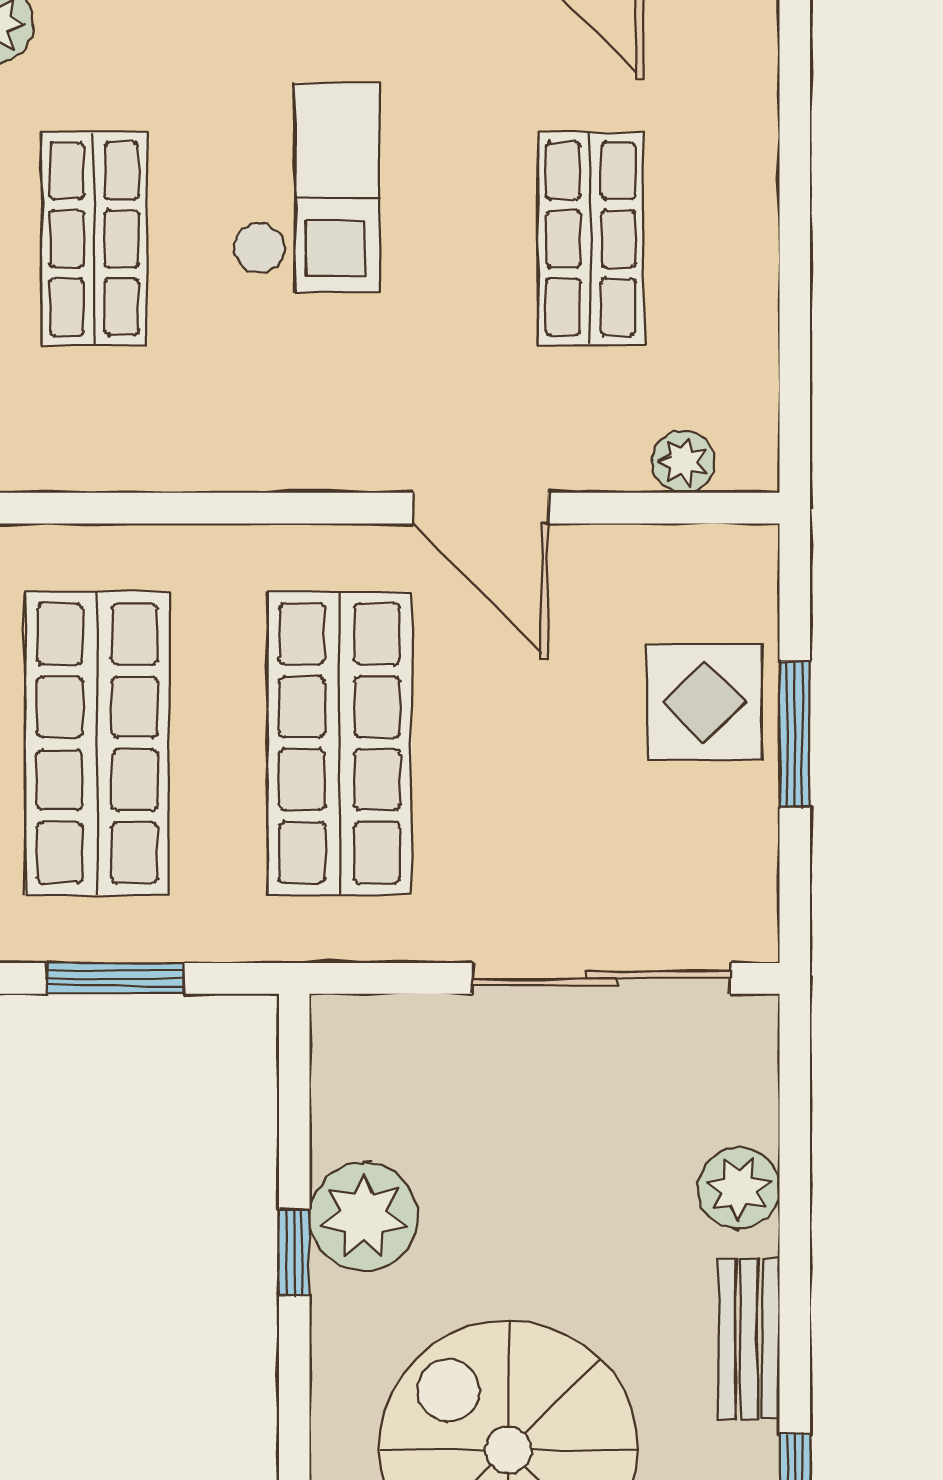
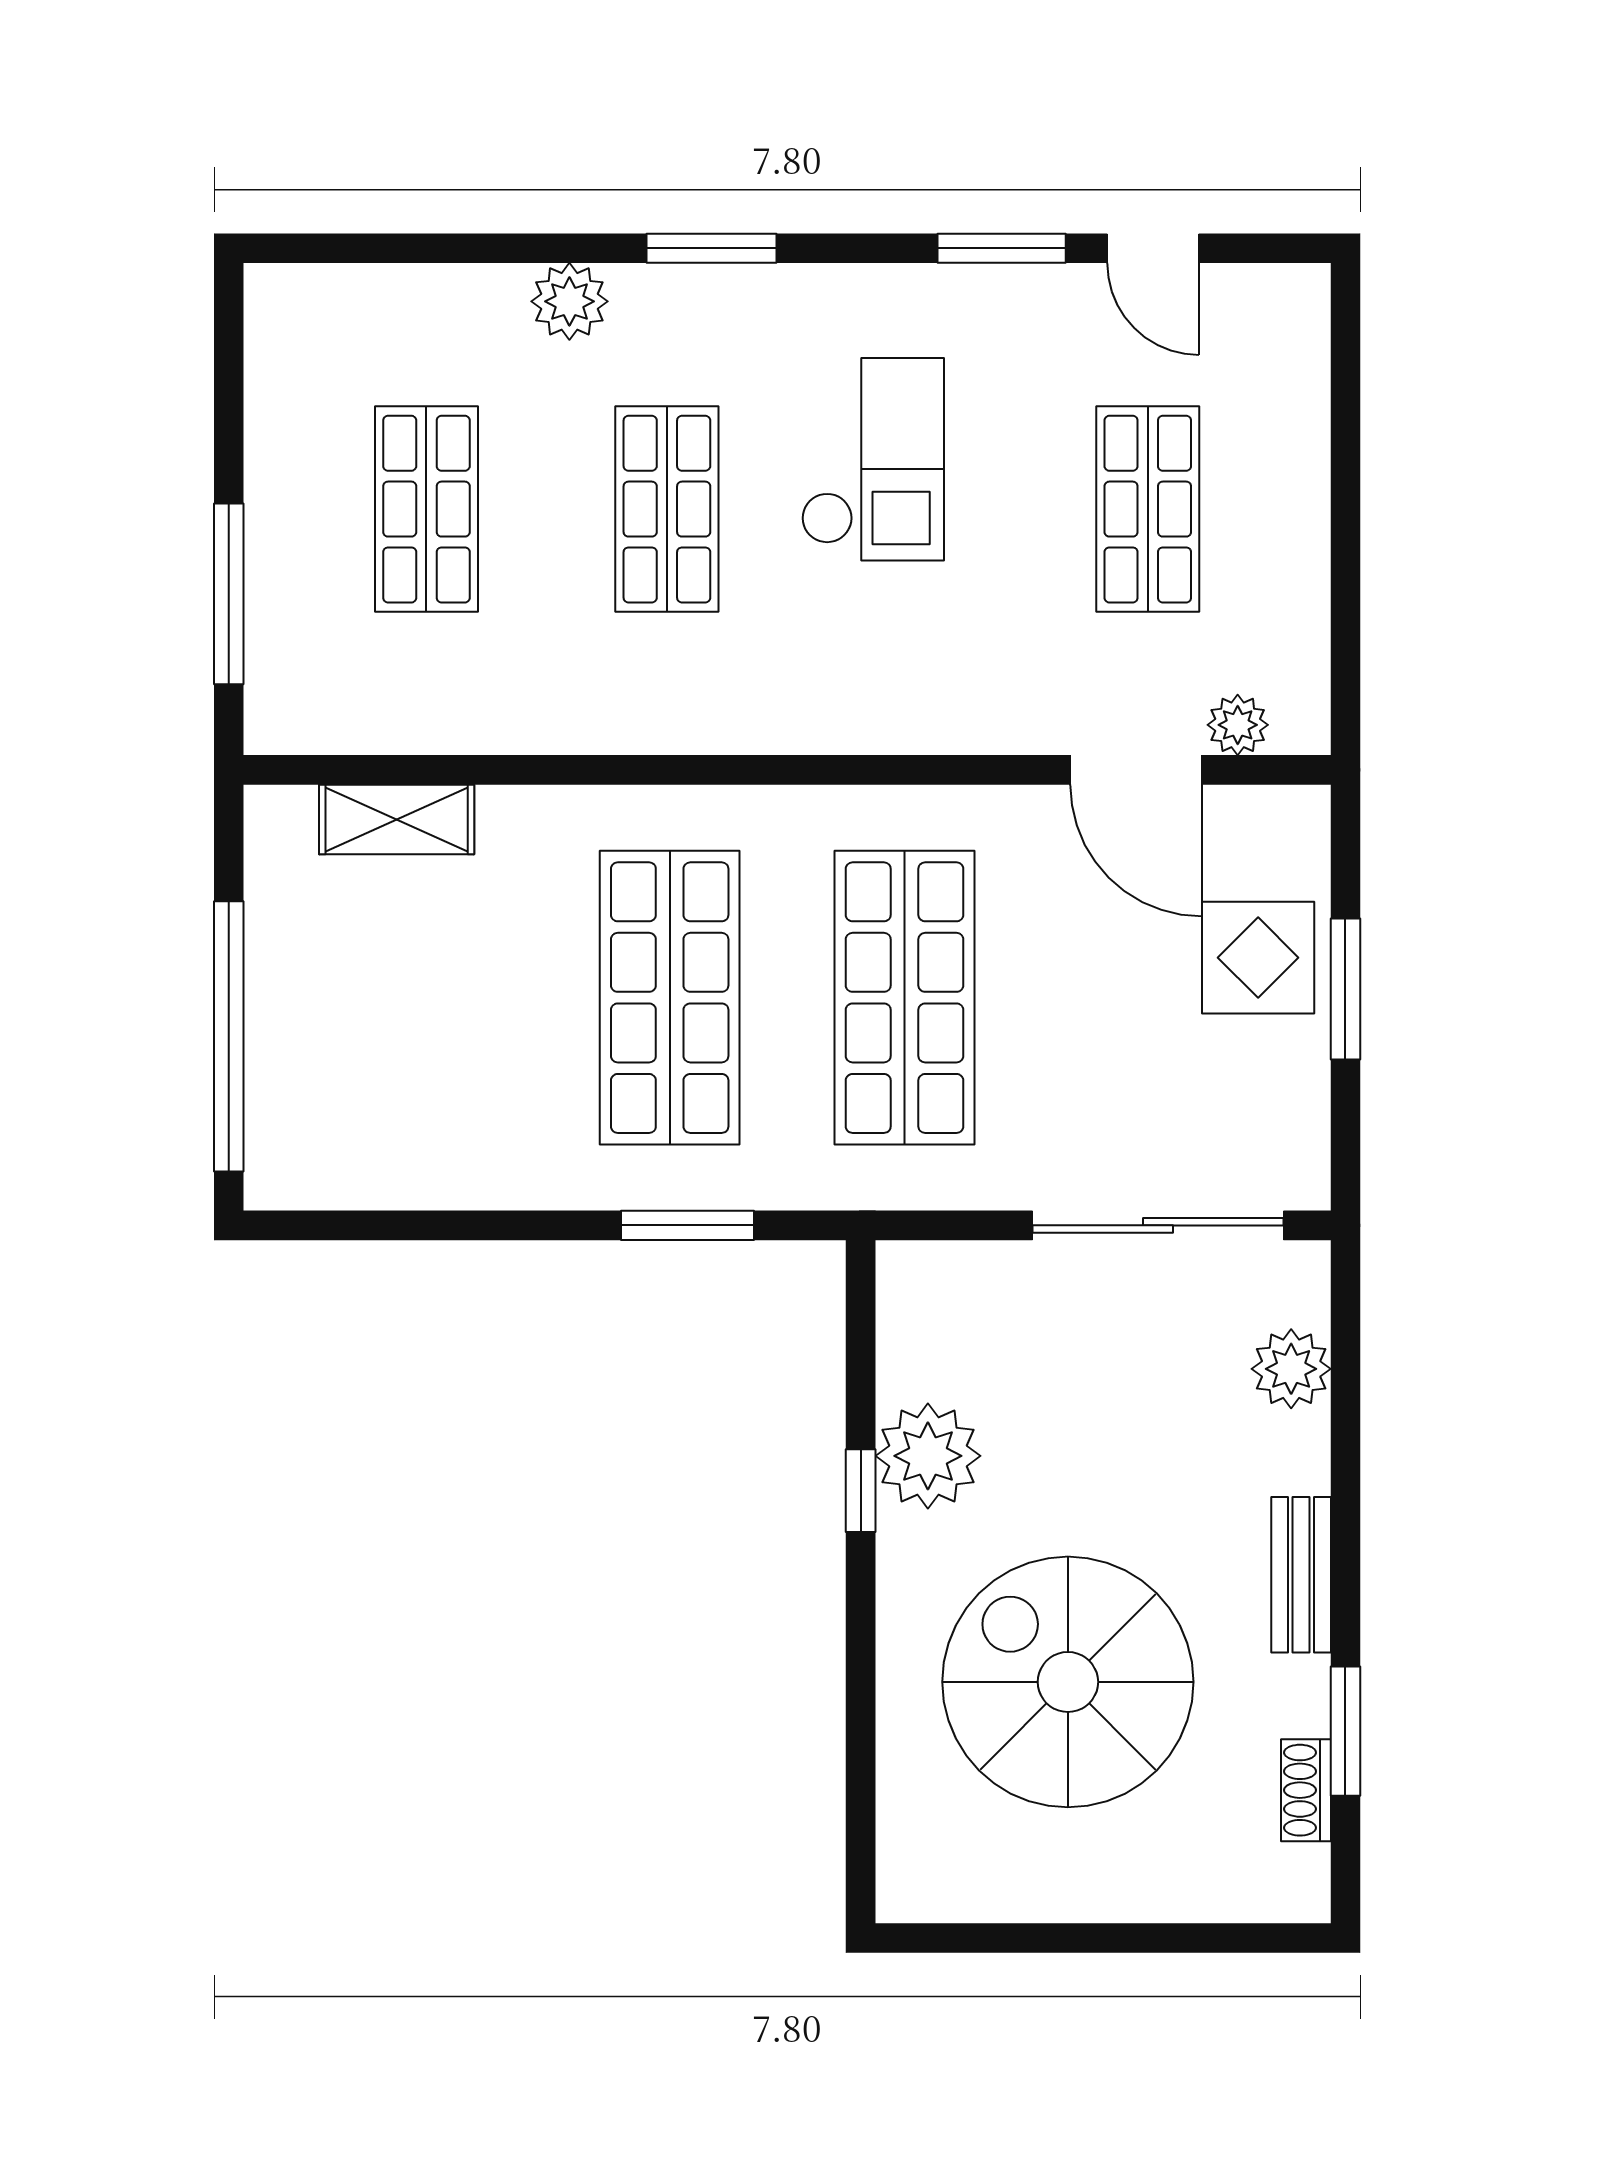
door: (481, 508) -> (1136, 770), moved
plant: (739, 1188) -> (1291, 1369), moved

